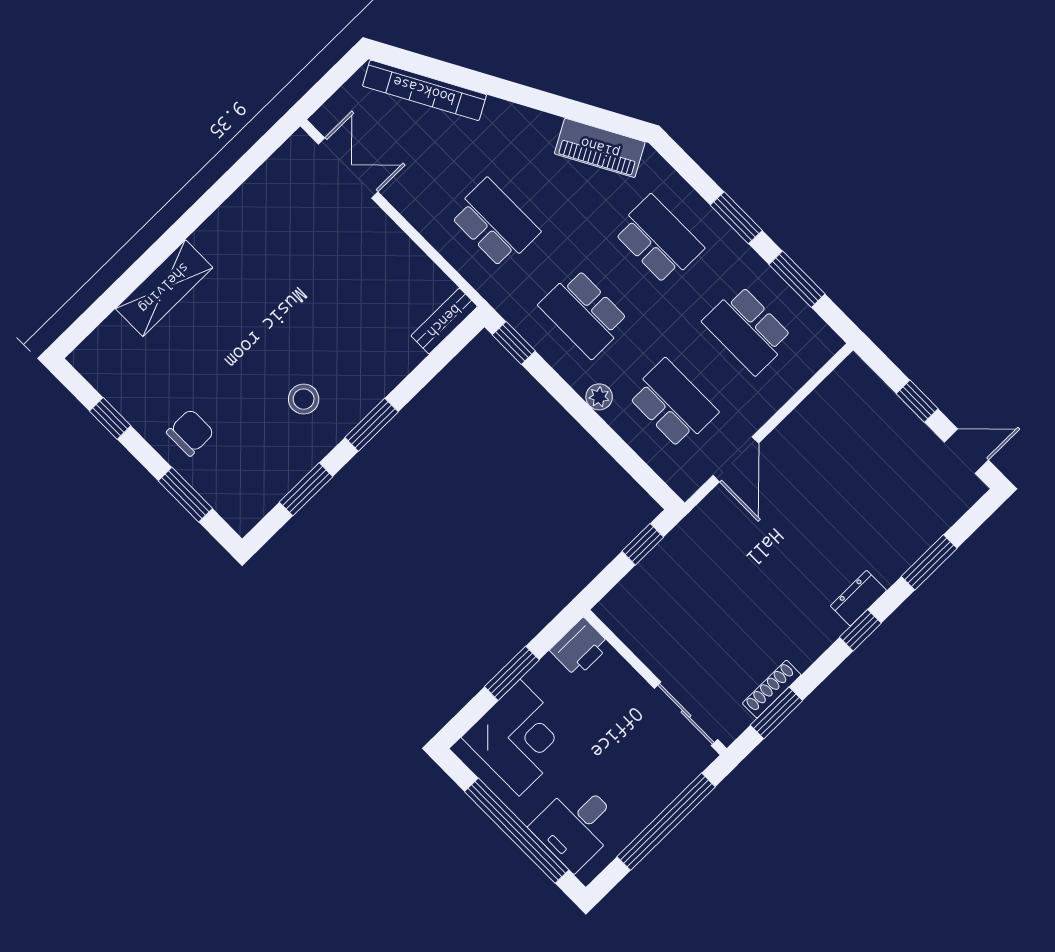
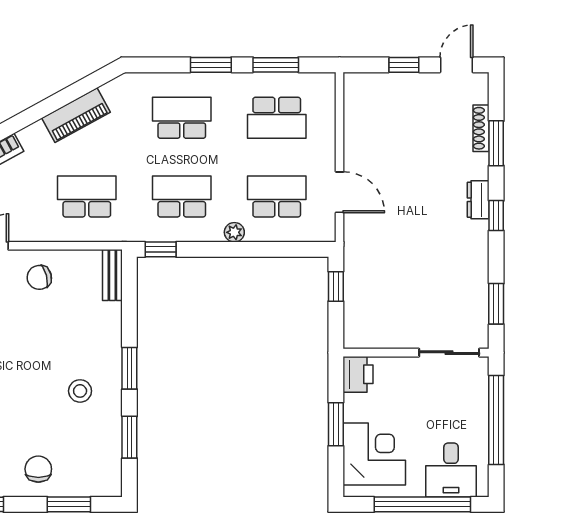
piano: (600, 148) -> (76, 115), moved
chair: (373, 254) -> (39, 277), added
school desk: (584, 313) -> (182, 196), turned 180
shoe rack: (772, 689) -> (481, 128), moved

